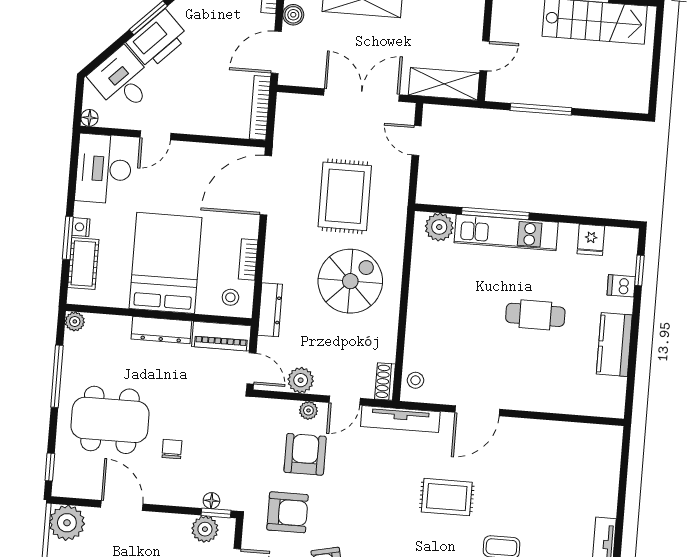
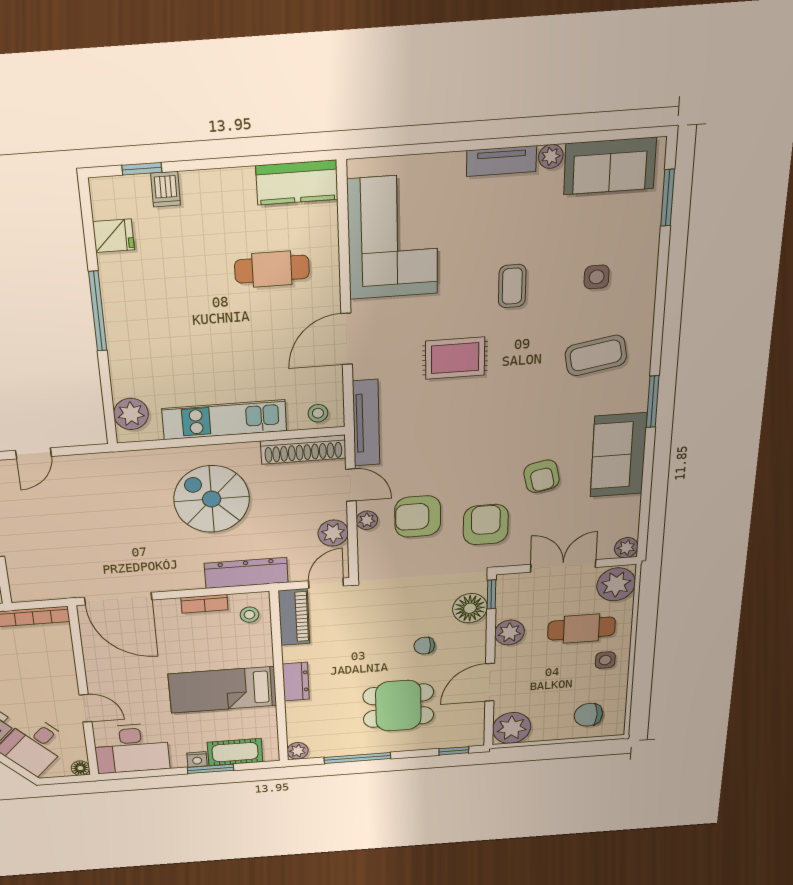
rug: (345, 196) -> (115, 519), removed
window: (495, 213) -> (98, 311), moved
kitchen unit: (506, 232) -> (224, 420), moved, turned -90
bed: (166, 263) -> (223, 690), width x0.67
dresser: (270, 310) -> (246, 573), width x1.37, depth x1.24
cafe table: (535, 315) -> (272, 269), moved, turned 90
dresser: (161, 330) -> (296, 682), width x0.70
kitchen counter: (614, 345) -> (297, 182), moved
shoe rack: (385, 382) -> (303, 450), width x1.94, depth x1.24
door: (477, 411) -> (347, 339), swing flipped
dining table: (110, 420) -> (398, 706), width x0.73
corner sofa: (557, 456) -> (393, 237), added
rug: (447, 497) -> (455, 358), turned 90
floor lamp: (211, 501) -> (470, 608), width x1.89, depth x1.89
plant: (205, 529) -> (509, 632), moved

